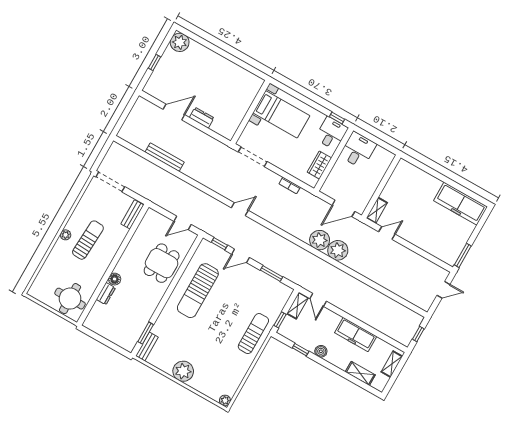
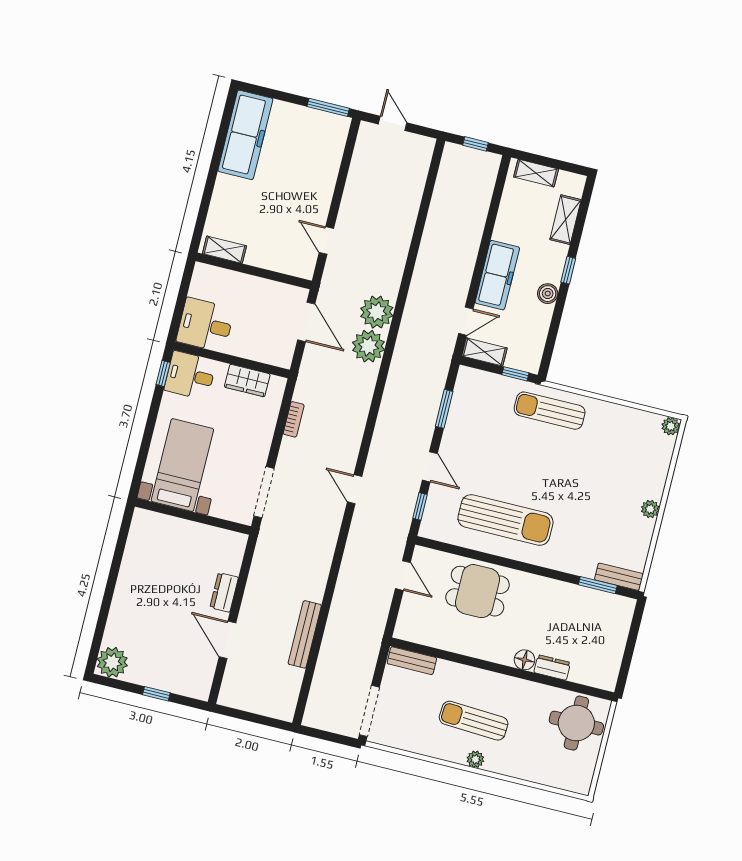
shelving: (377, 210) -> (224, 250), moved
freezer: (356, 335) -> (497, 275), moved
window: (301, 350) -> (568, 270), moved
plant: (183, 371) -> (650, 509), width x0.53, depth x0.53

